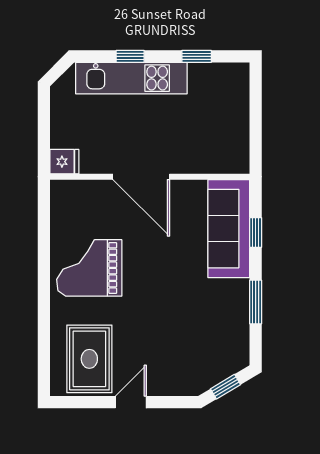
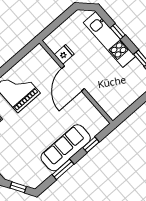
fridge: (64, 162) -> (64, 54), moved, turned -90
sofa: (229, 229) -> (66, 148), moved

